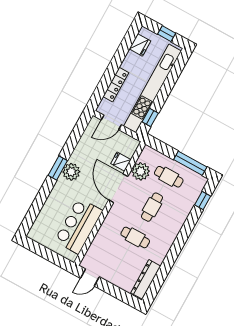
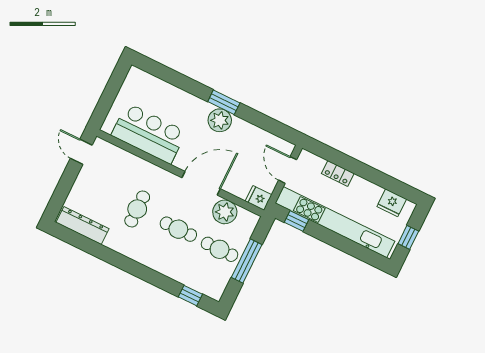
locker: (116, 85) -> (338, 173), width x0.66
fridge: (121, 162) -> (258, 198), moved, turned -90
window: (190, 163) -> (247, 261), moved
cafe table: (169, 177) -> (220, 249), turned 90

